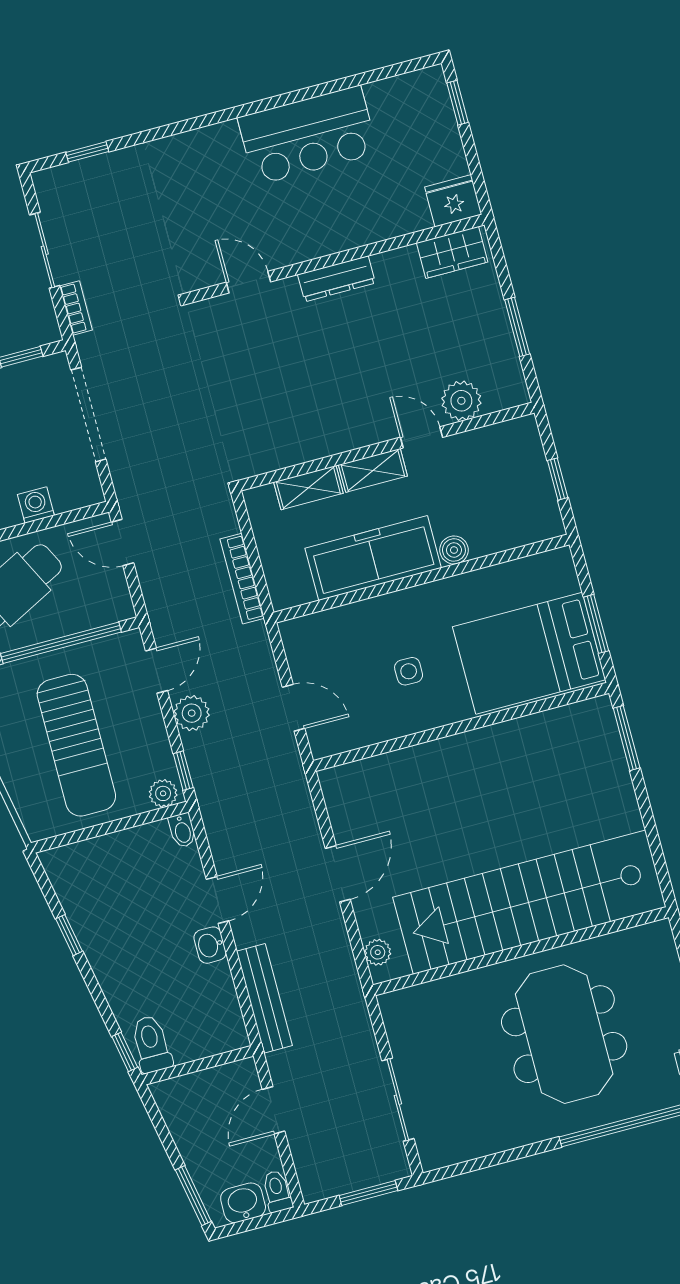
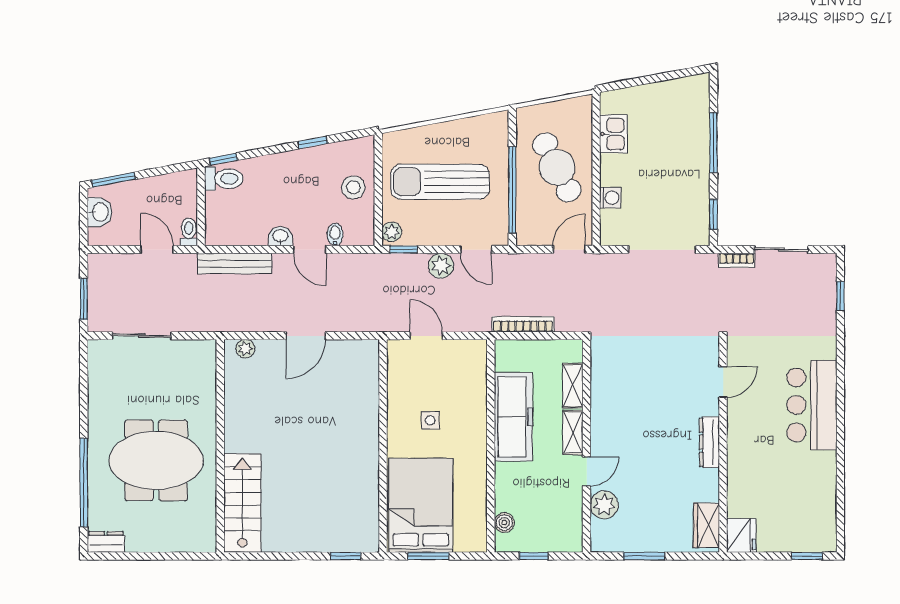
bar counter: (308, 135) -> (812, 405), moved
boiler: (454, 550) -> (504, 523), moved
door: (294, 708) -> (426, 336), swing flipped
window: (627, 738) -> (346, 556), width x0.67
bidet: (182, 830) -> (335, 235), moved, turned 90
stool: (116, 862) -> (353, 187), added
door: (338, 874) -> (306, 336), hinge flipped
stairs: (529, 902) -> (242, 503), width x0.54, depth x0.66
toilet: (277, 1191) -> (189, 232), moved, turned -90

